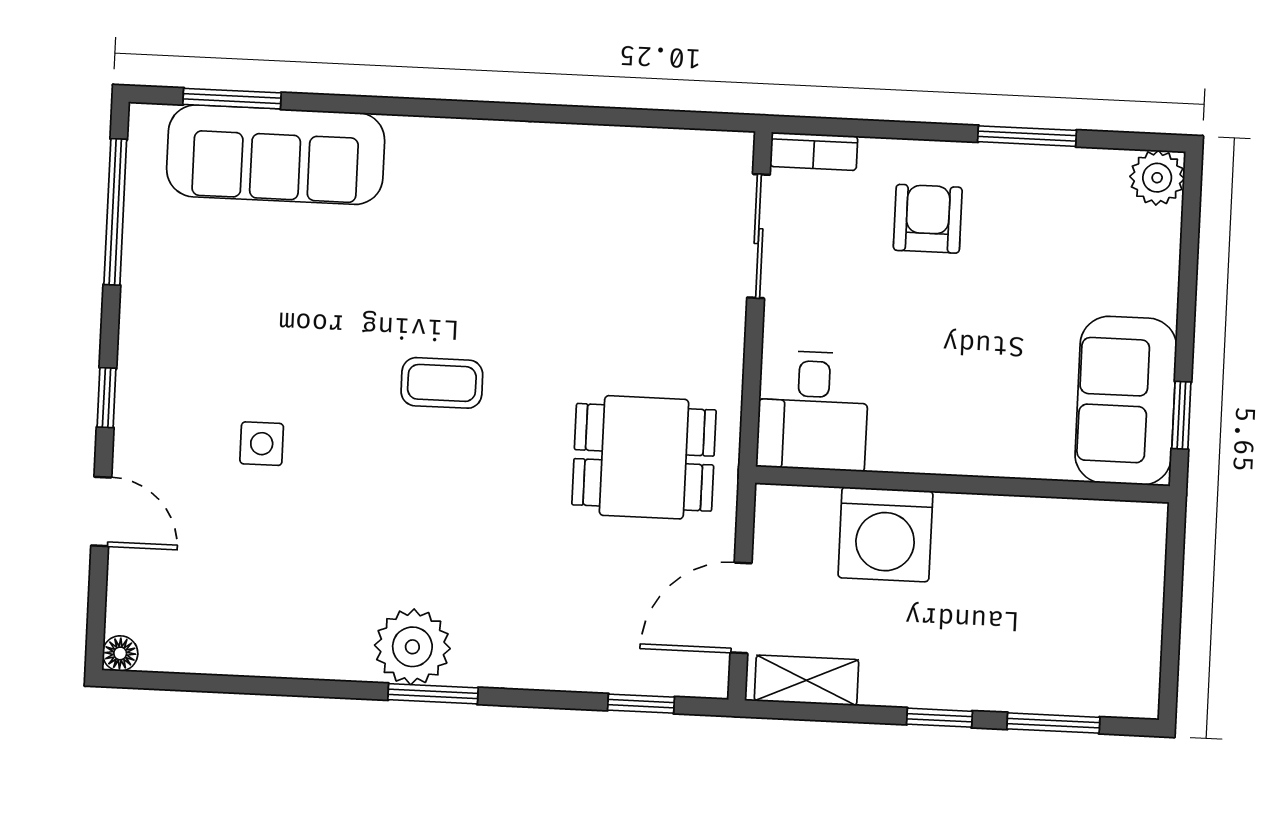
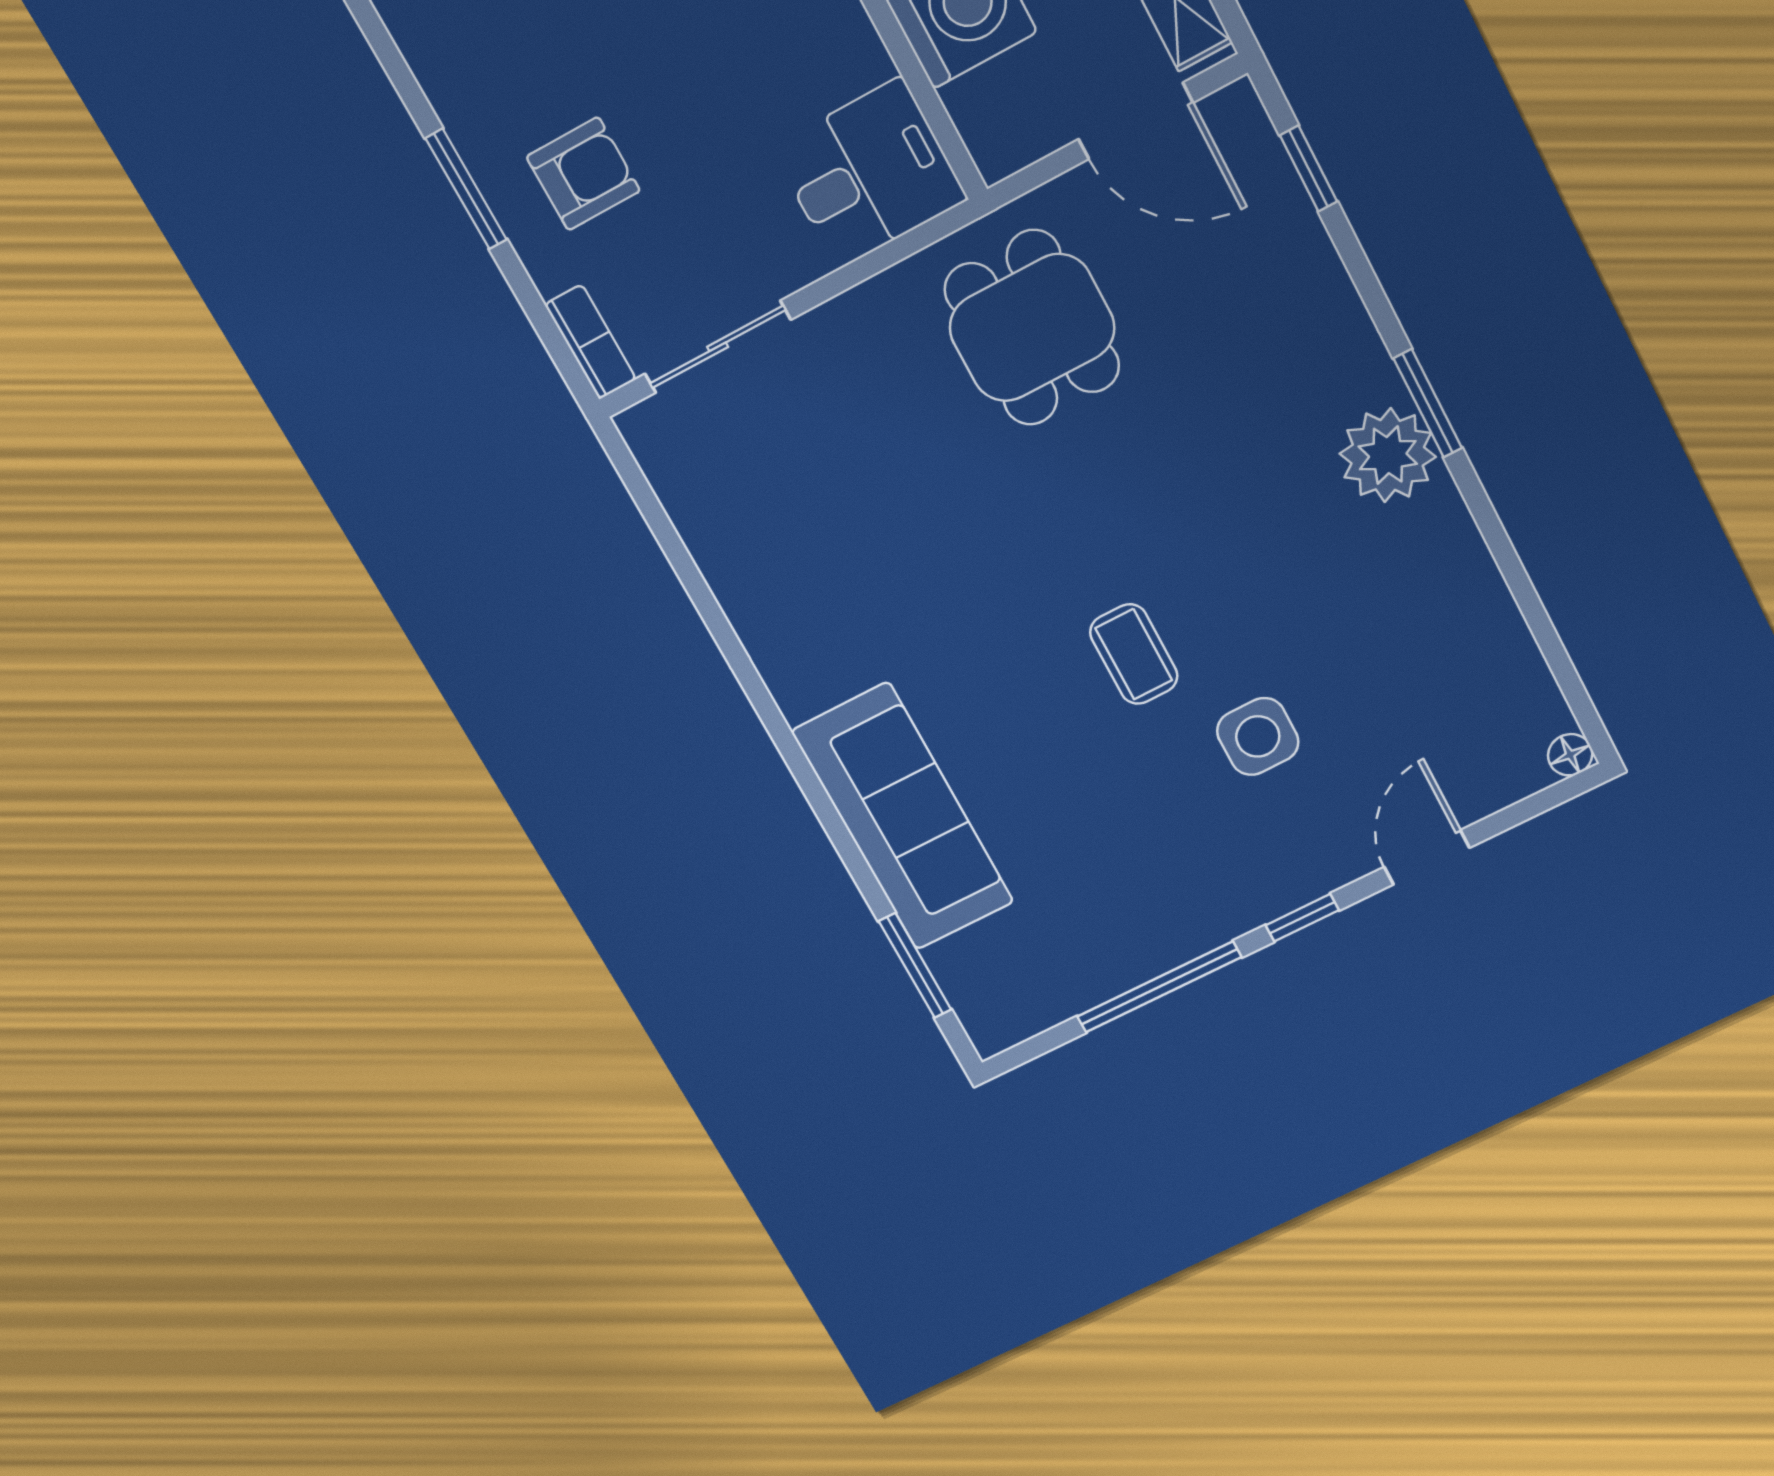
window: (1027, 136) -> (466, 189), moved
sofa: (276, 155) -> (903, 817), moved
window: (115, 212) -> (1159, 987), moved
armchair: (928, 219) -> (583, 174), turned 180
coffee table: (442, 383) -> (1134, 654), moved
side table: (262, 444) -> (1258, 736), width x1.37, depth x1.37

